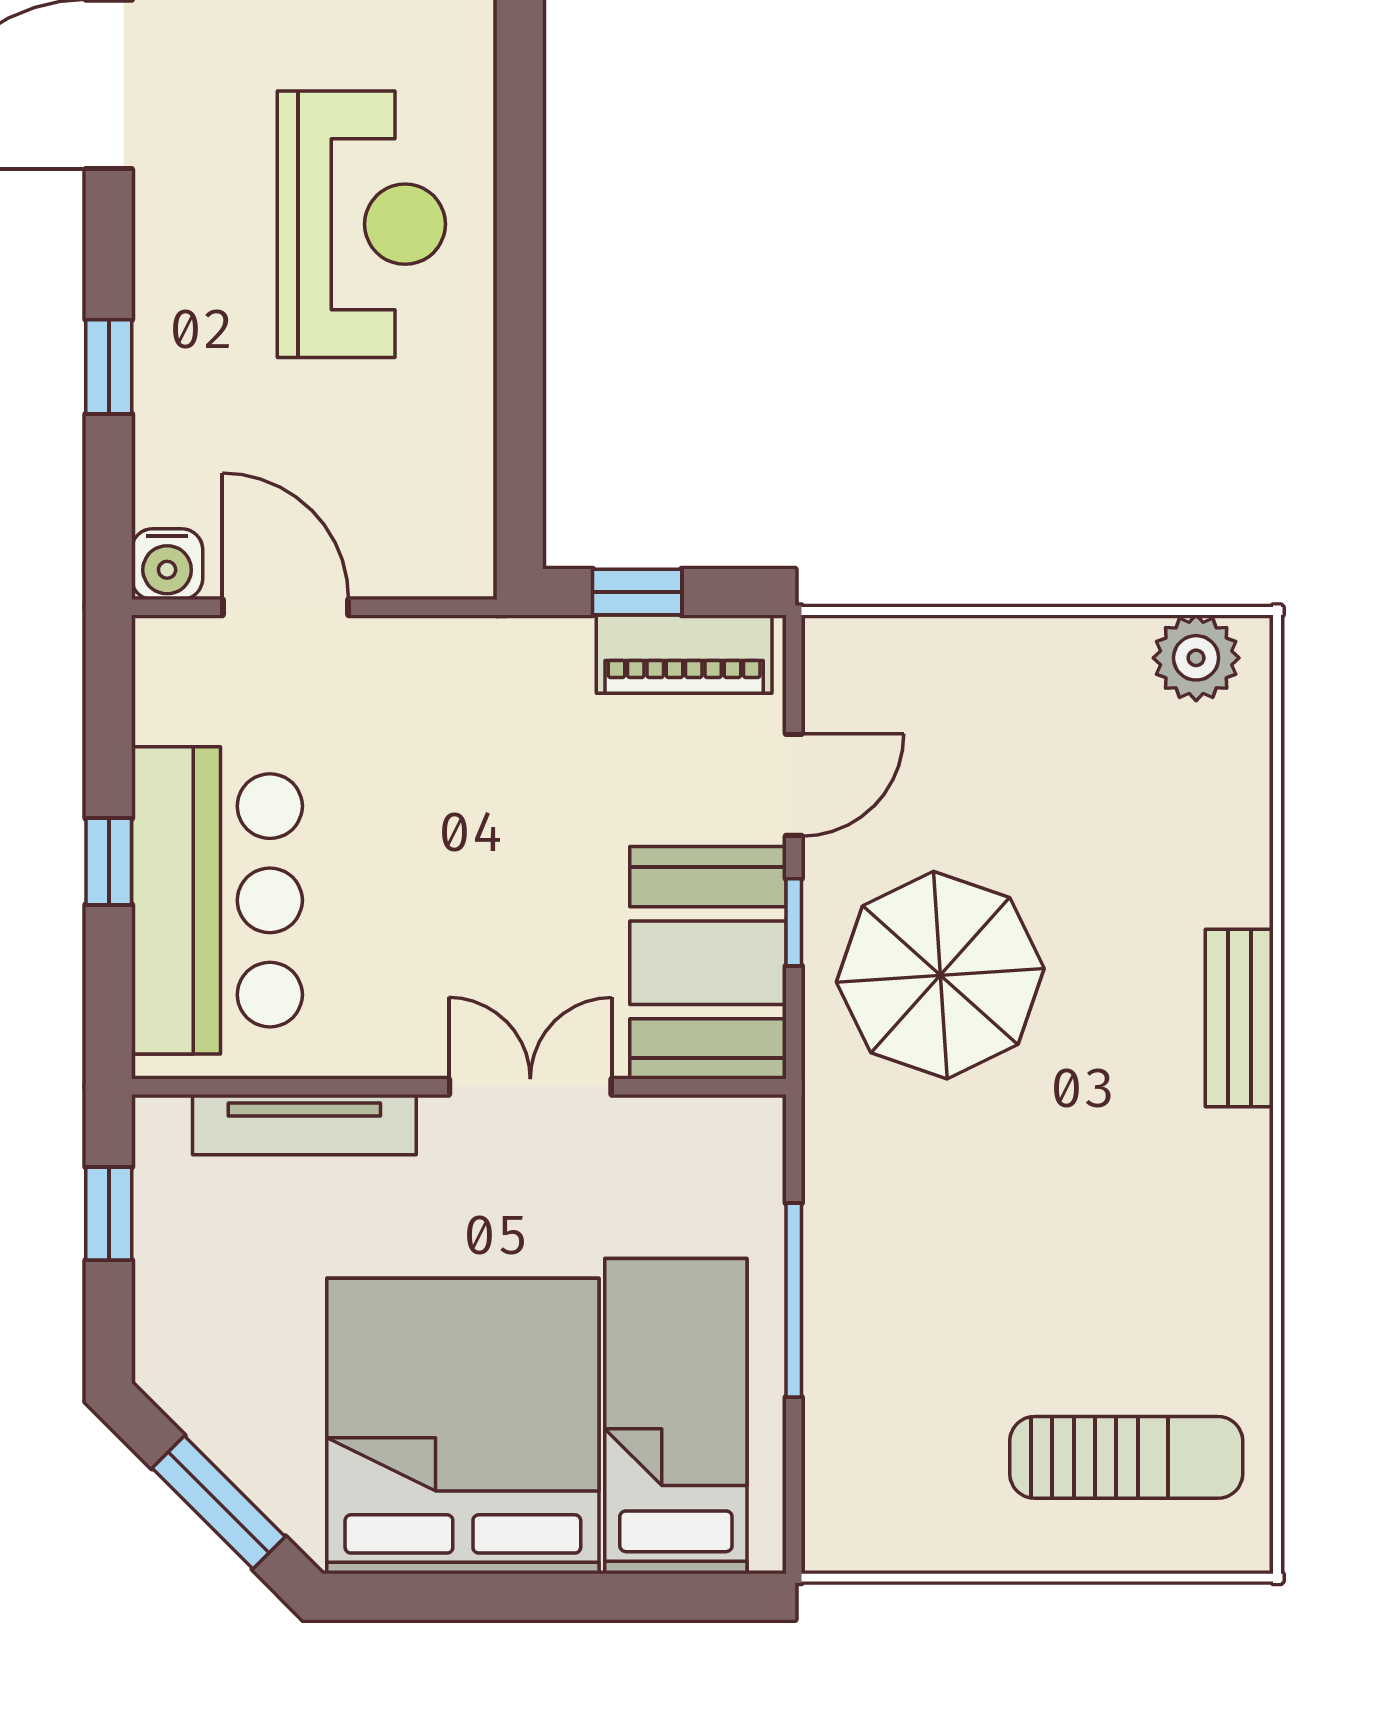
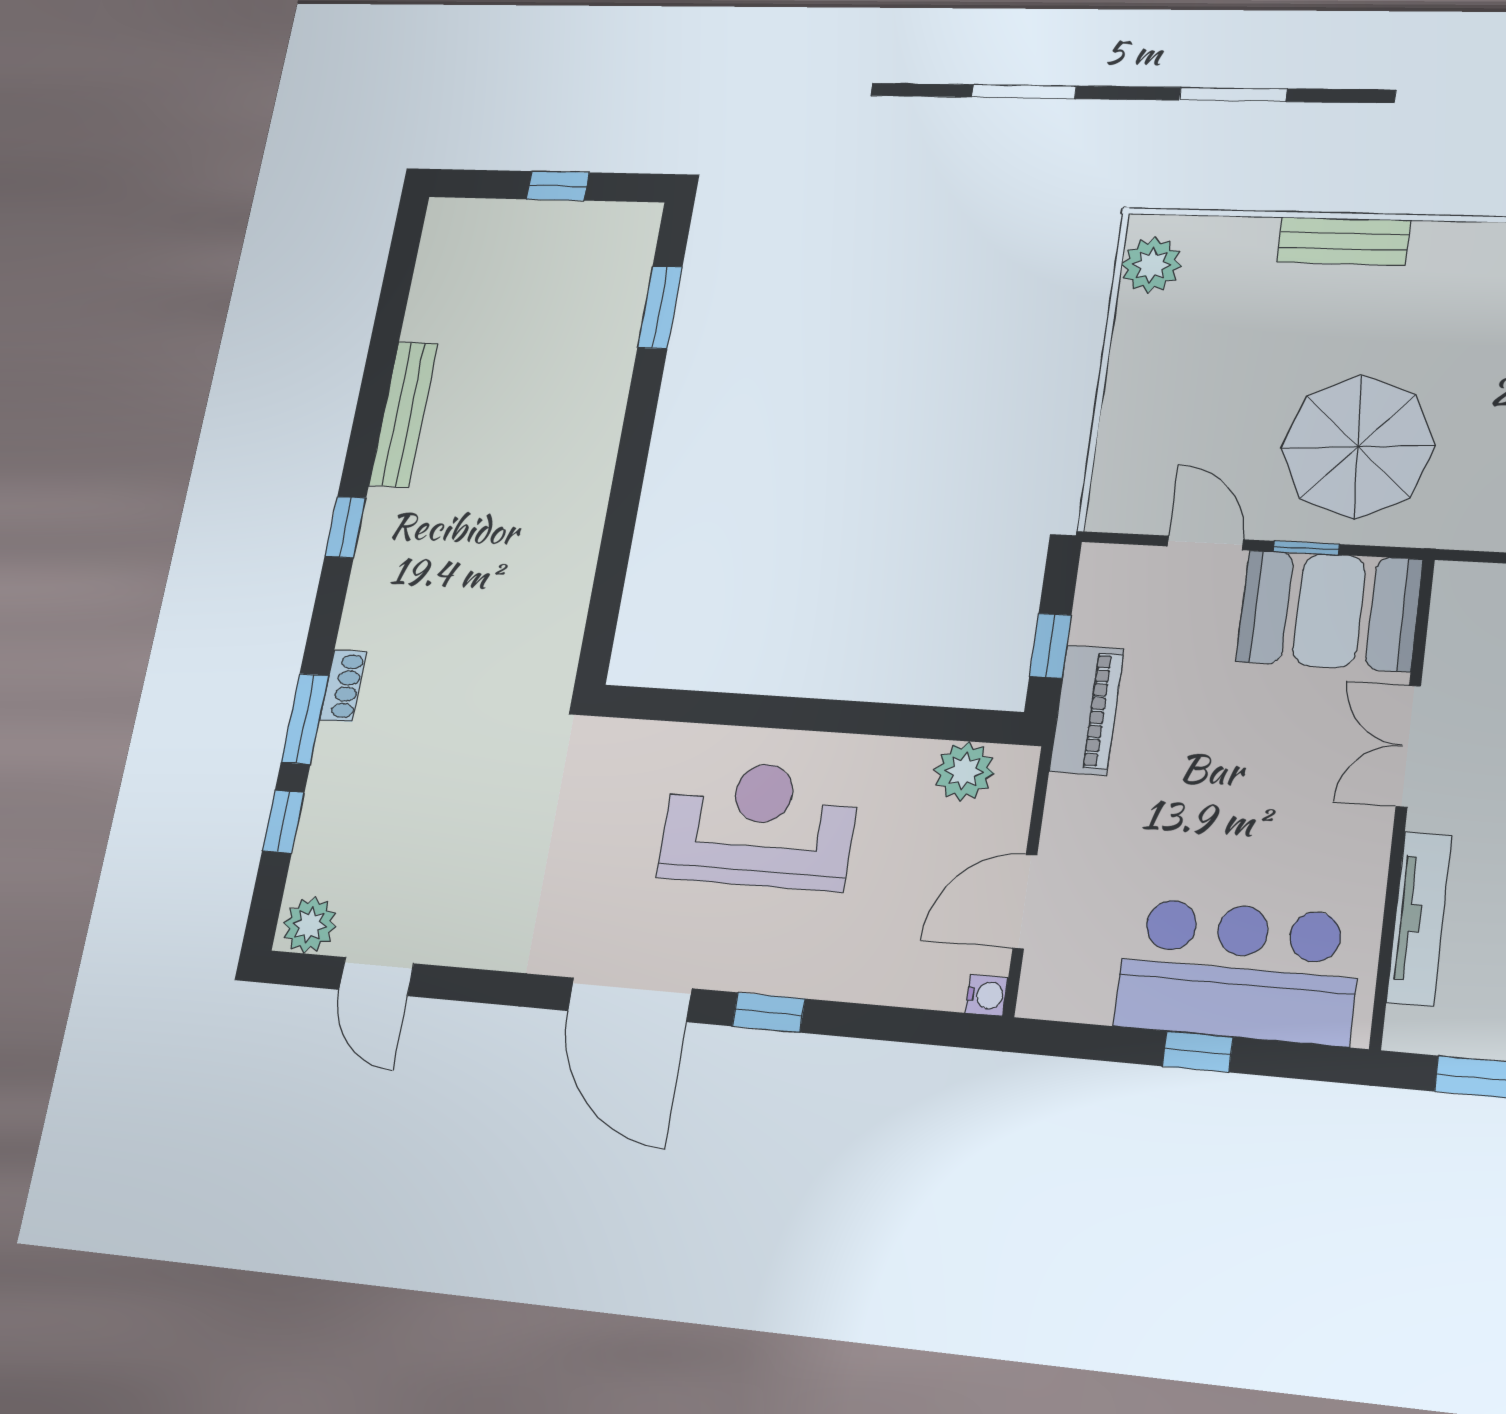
window: (109, 367) -> (769, 1012), moved
plant: (455, 499) -> (964, 771), added
water cooler: (167, 564) -> (987, 995), width x0.72, depth x0.72
piano: (684, 654) -> (1087, 710), moved
bench: (1239, 1018) -> (1343, 241), moved

